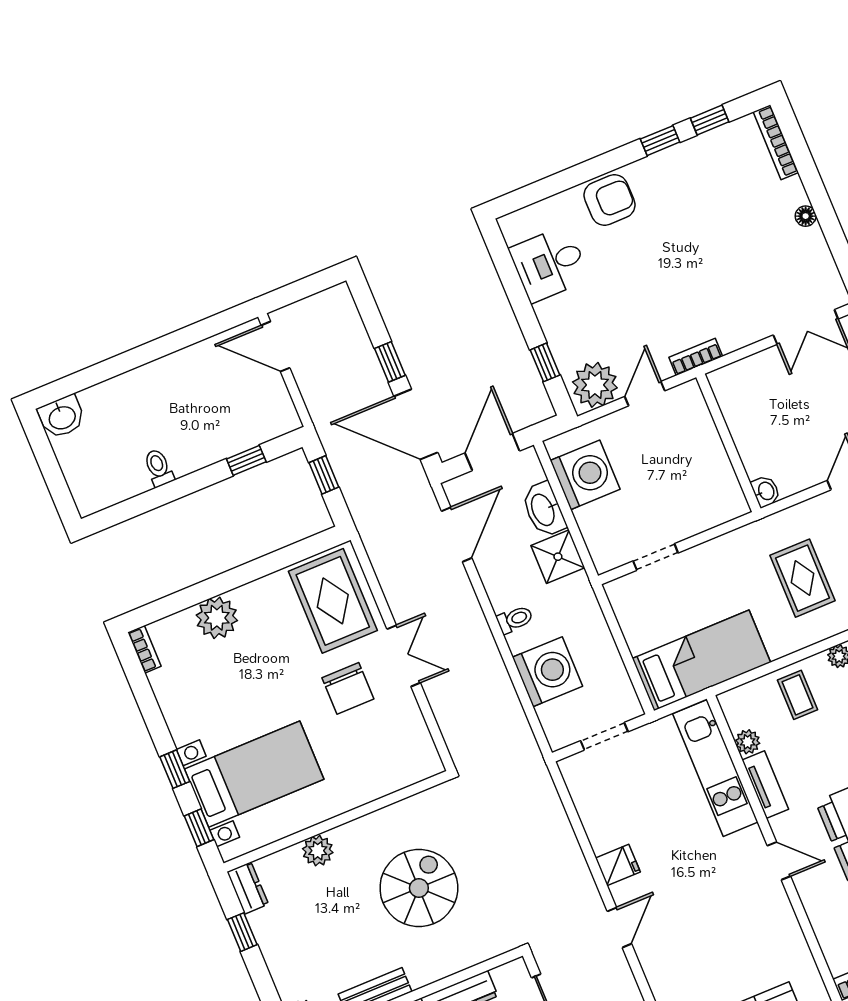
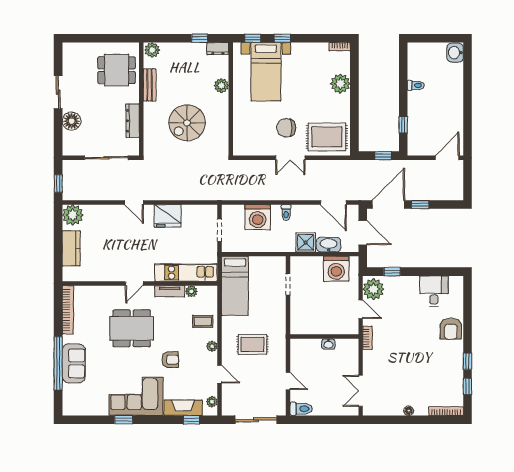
washbasin: (766, 491) -> (328, 344), moved
fridge: (618, 865) -> (168, 216), width x1.88, depth x1.34
spiral stairs: (419, 888) -> (187, 123), turned 90

